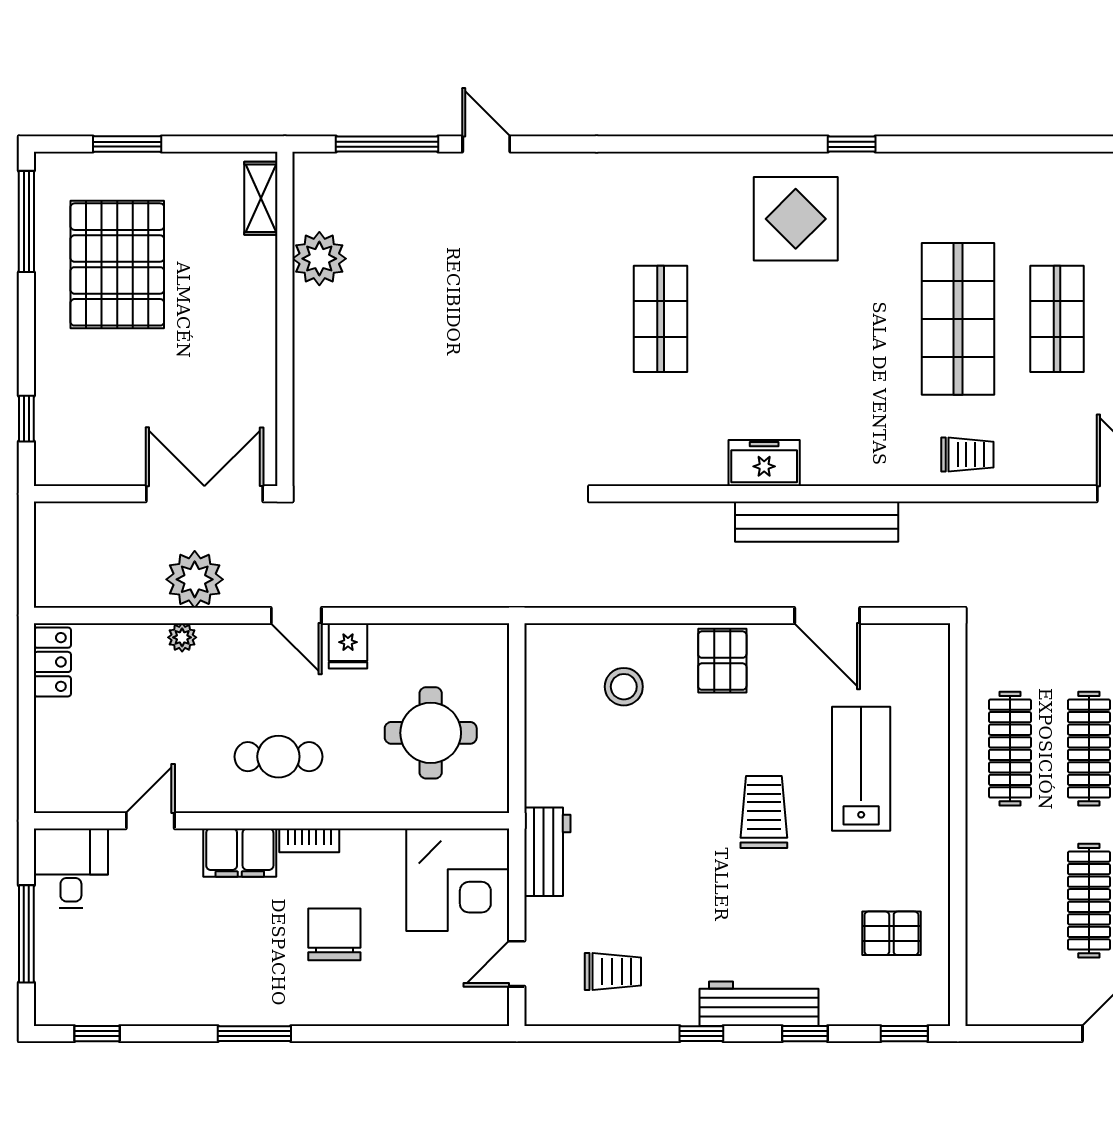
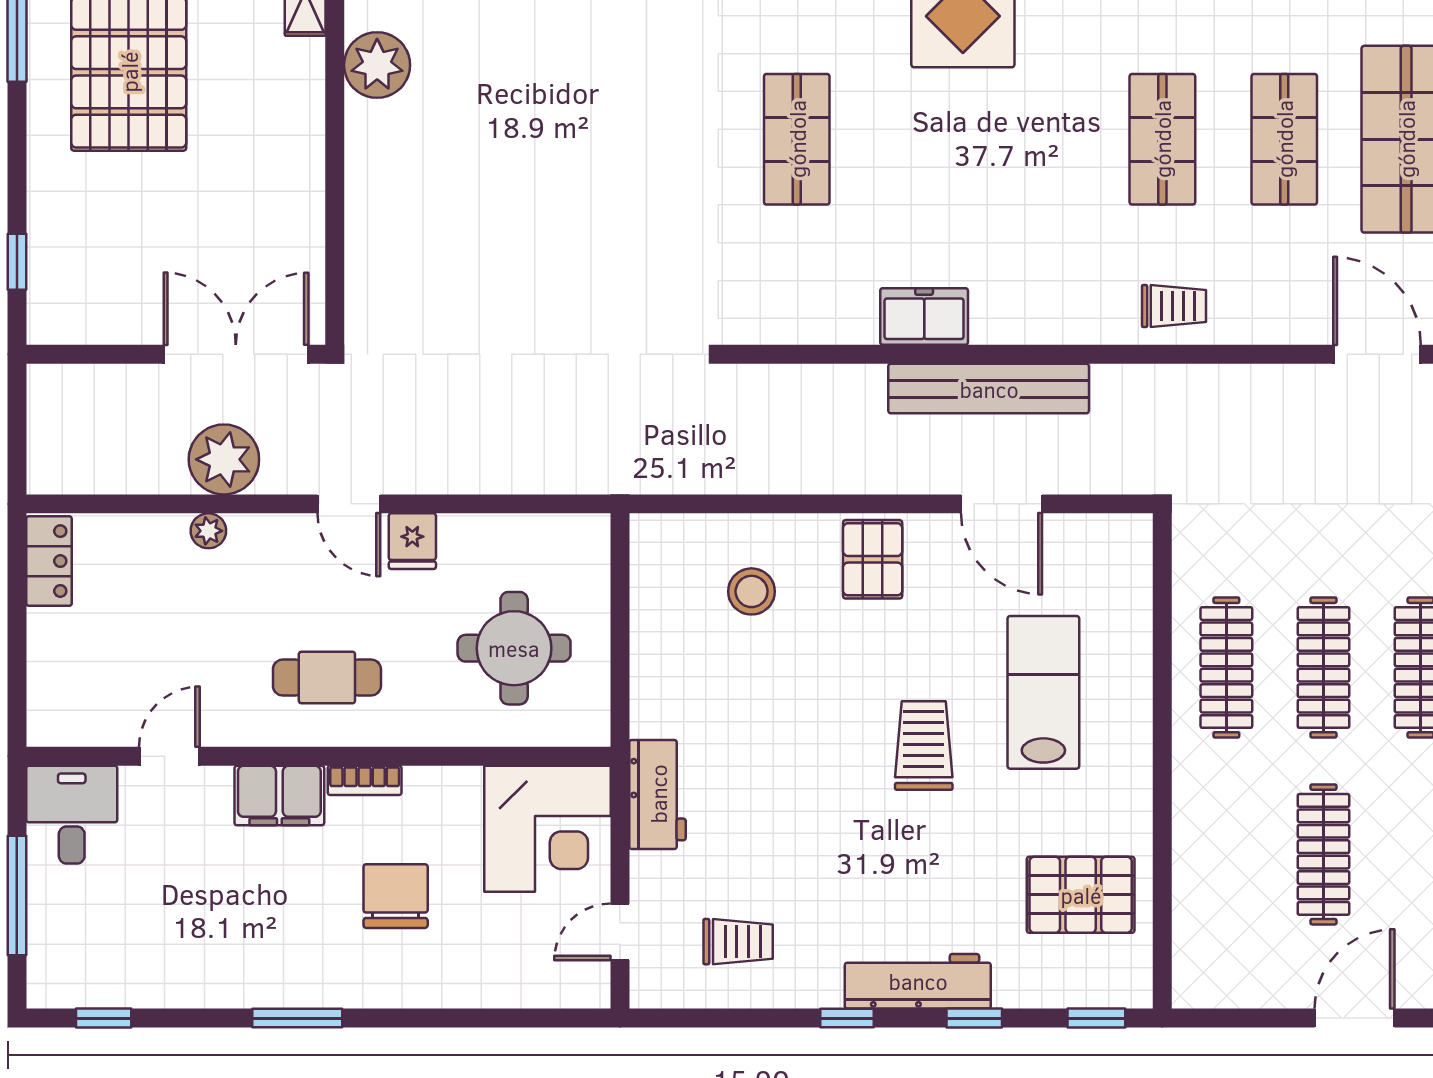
shop shelf: (958, 319) -> (1162, 139), width x0.70, depth x0.74
pallet: (891, 933) -> (1081, 895), width x1.50, depth x1.42

